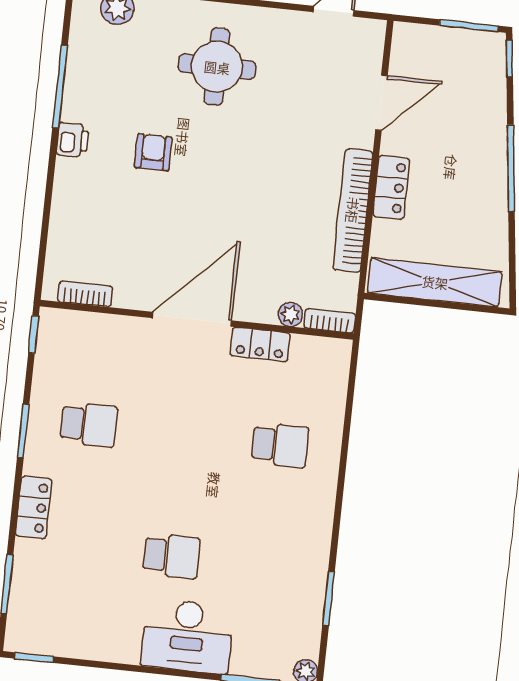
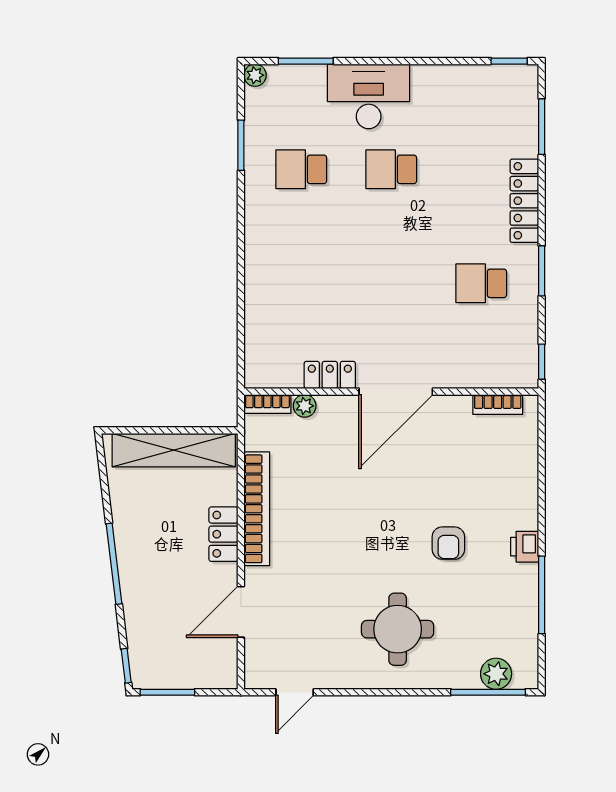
school desk: (280, 445) -> (301, 169), moved
locker: (34, 507) -> (524, 201), width x1.53

